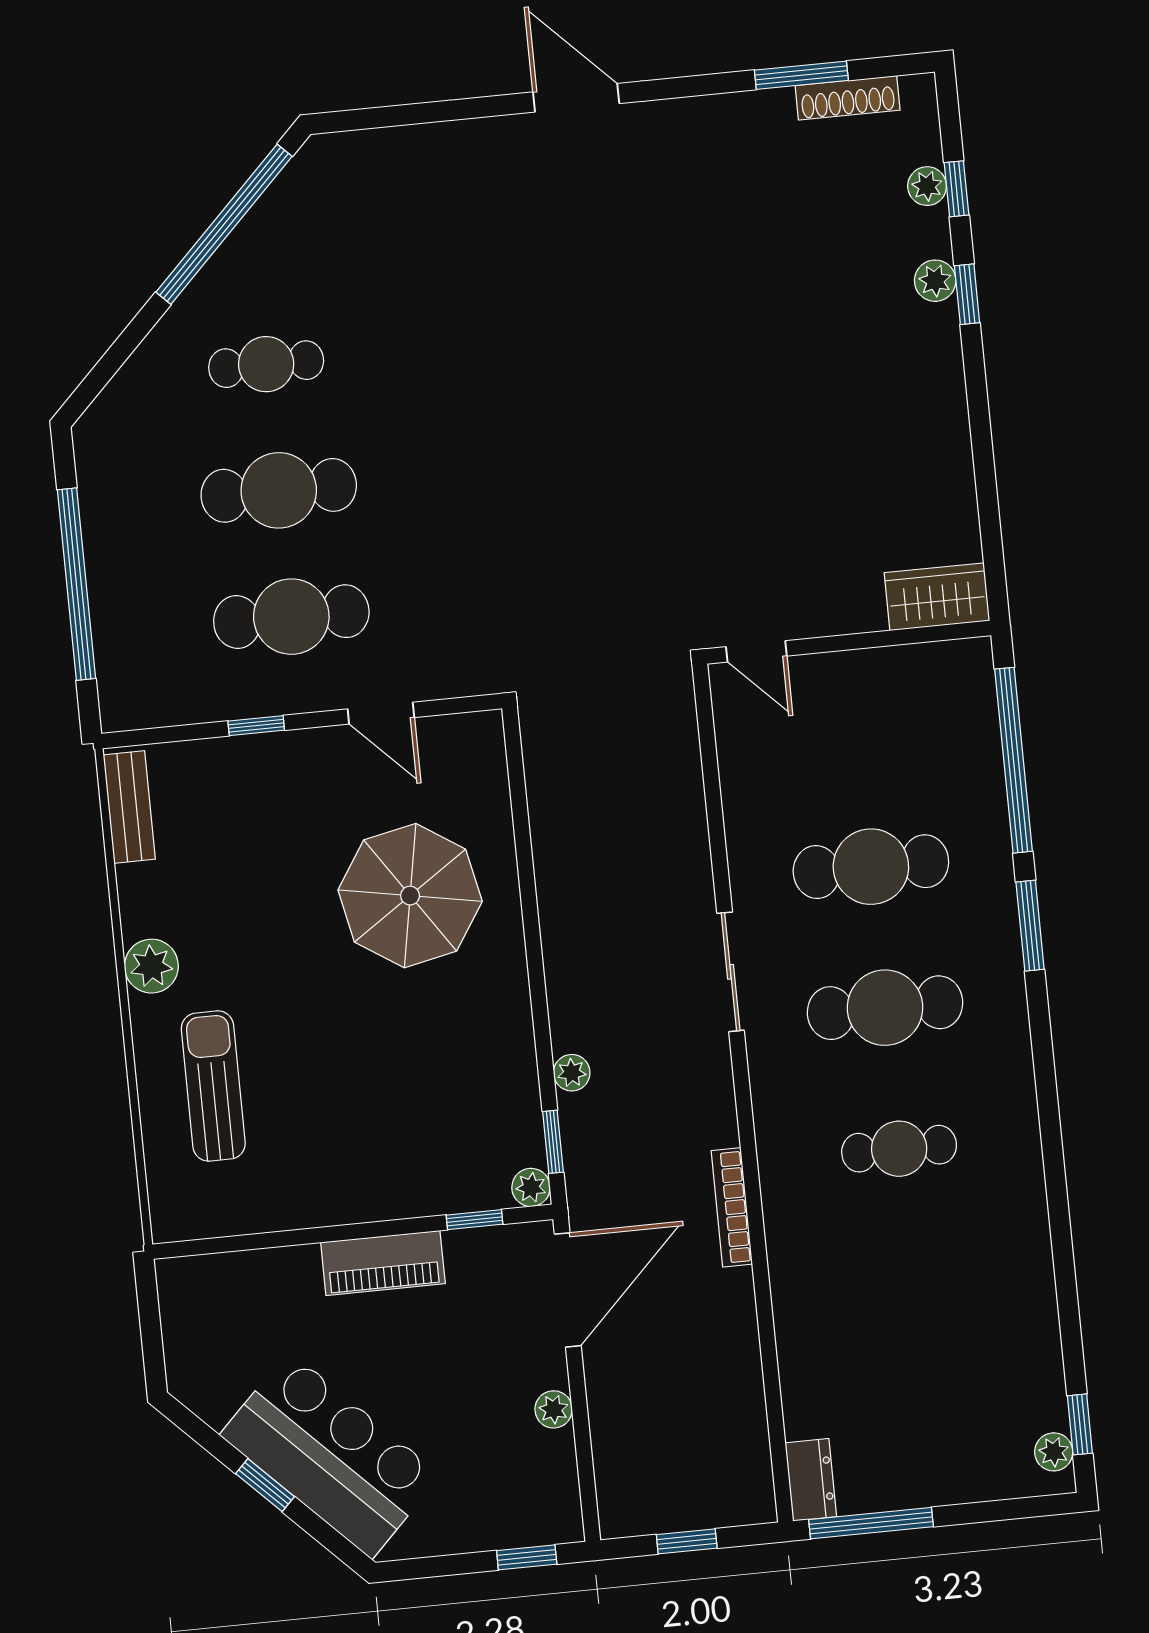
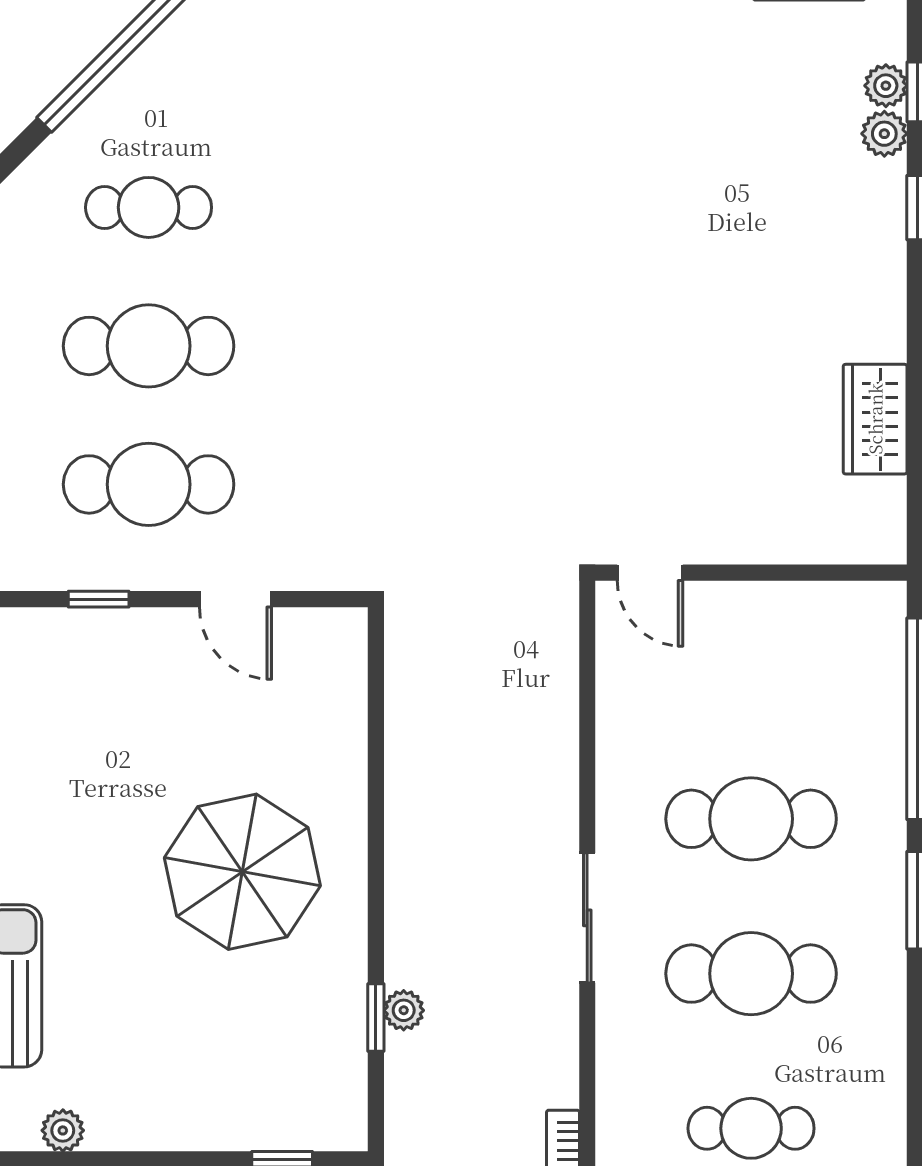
plant: (935, 281) -> (884, 134), moved
wardrobe: (937, 597) -> (875, 419), moved, turned -90
parasol: (410, 896) -> (242, 872), moved
window: (553, 1142) -> (376, 1018), moved
plant: (531, 1187) -> (63, 1130), moved

